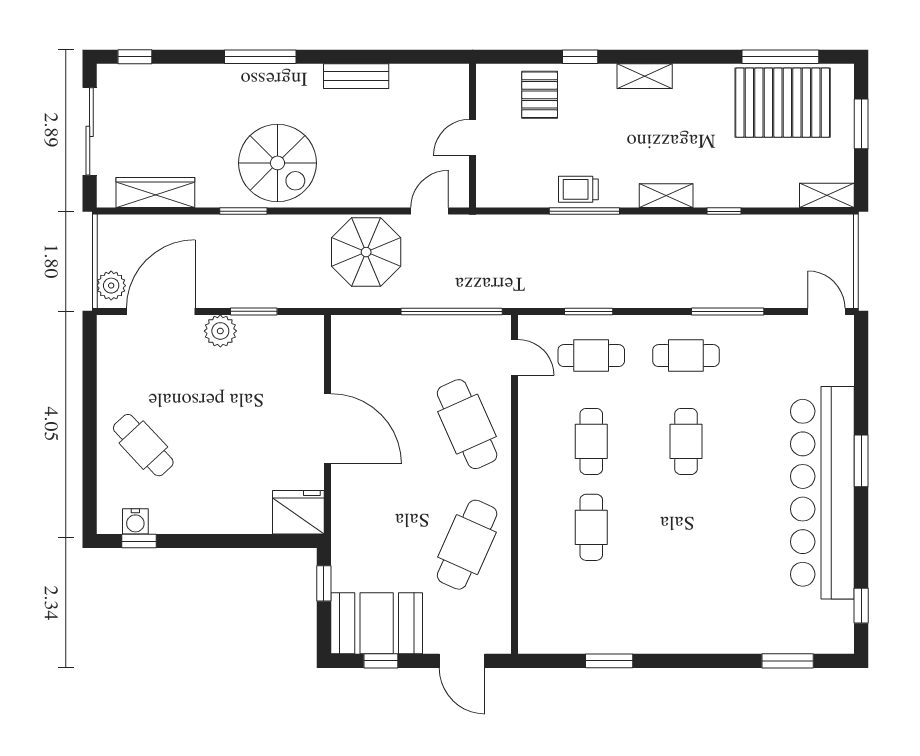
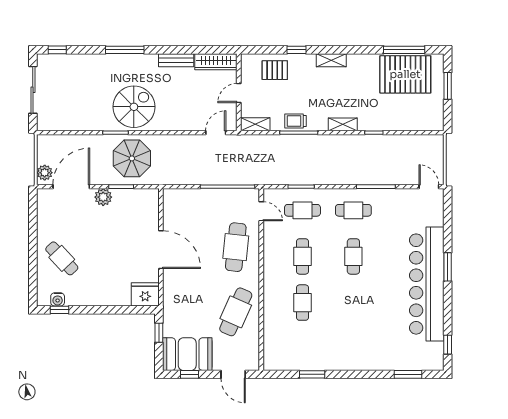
pallet: (540, 95) -> (275, 70), turned 90
spiral stairs: (277, 163) -> (134, 107), turned -90
wardrobe: (155, 193) -> (216, 62), moved, turned 180
shelving: (827, 195) -> (255, 124), moved
parasol: (366, 252) -> (132, 158), moved
cafe table: (467, 424) -> (236, 247), turned 30

